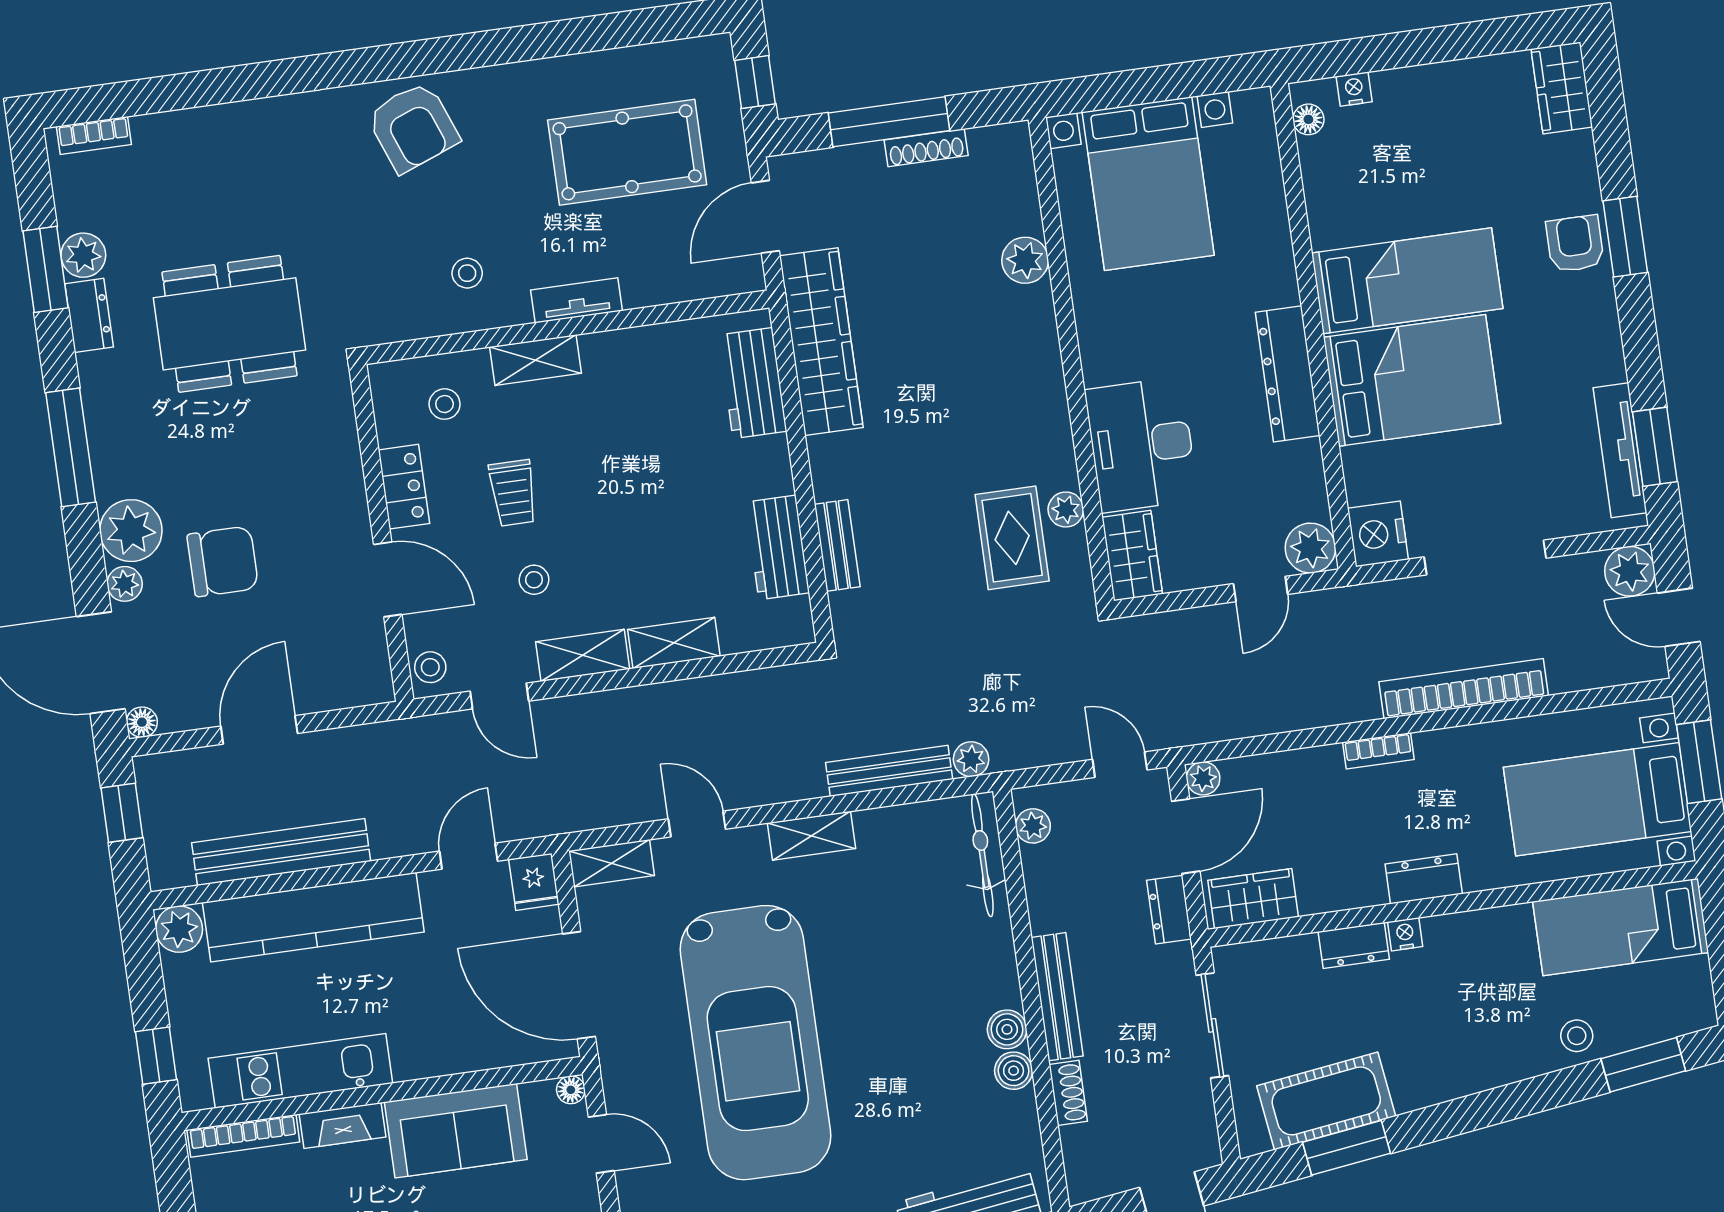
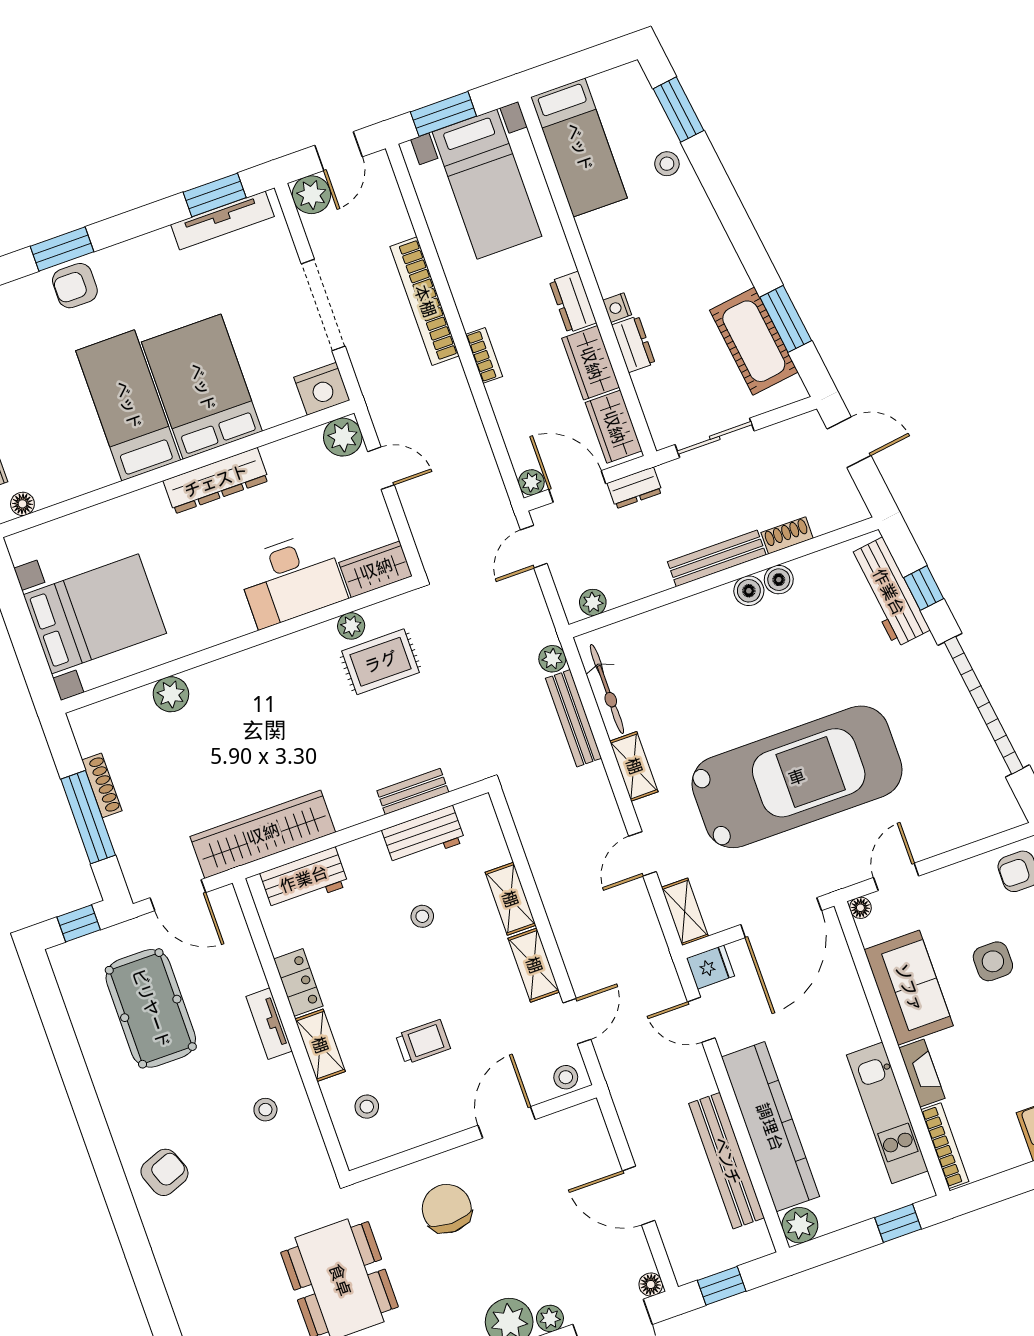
armchair: (413, 127) -> (164, 1172), width x0.72, depth x0.72
locker: (404, 487) -> (298, 982), moved, turned 90
chair: (223, 561) -> (447, 1209), moved
stool: (534, 580) -> (422, 916), moved
bicycle: (982, 855) -> (607, 689), moved, turned -90
wardrobe: (1341, 886) -> (591, 363), added

